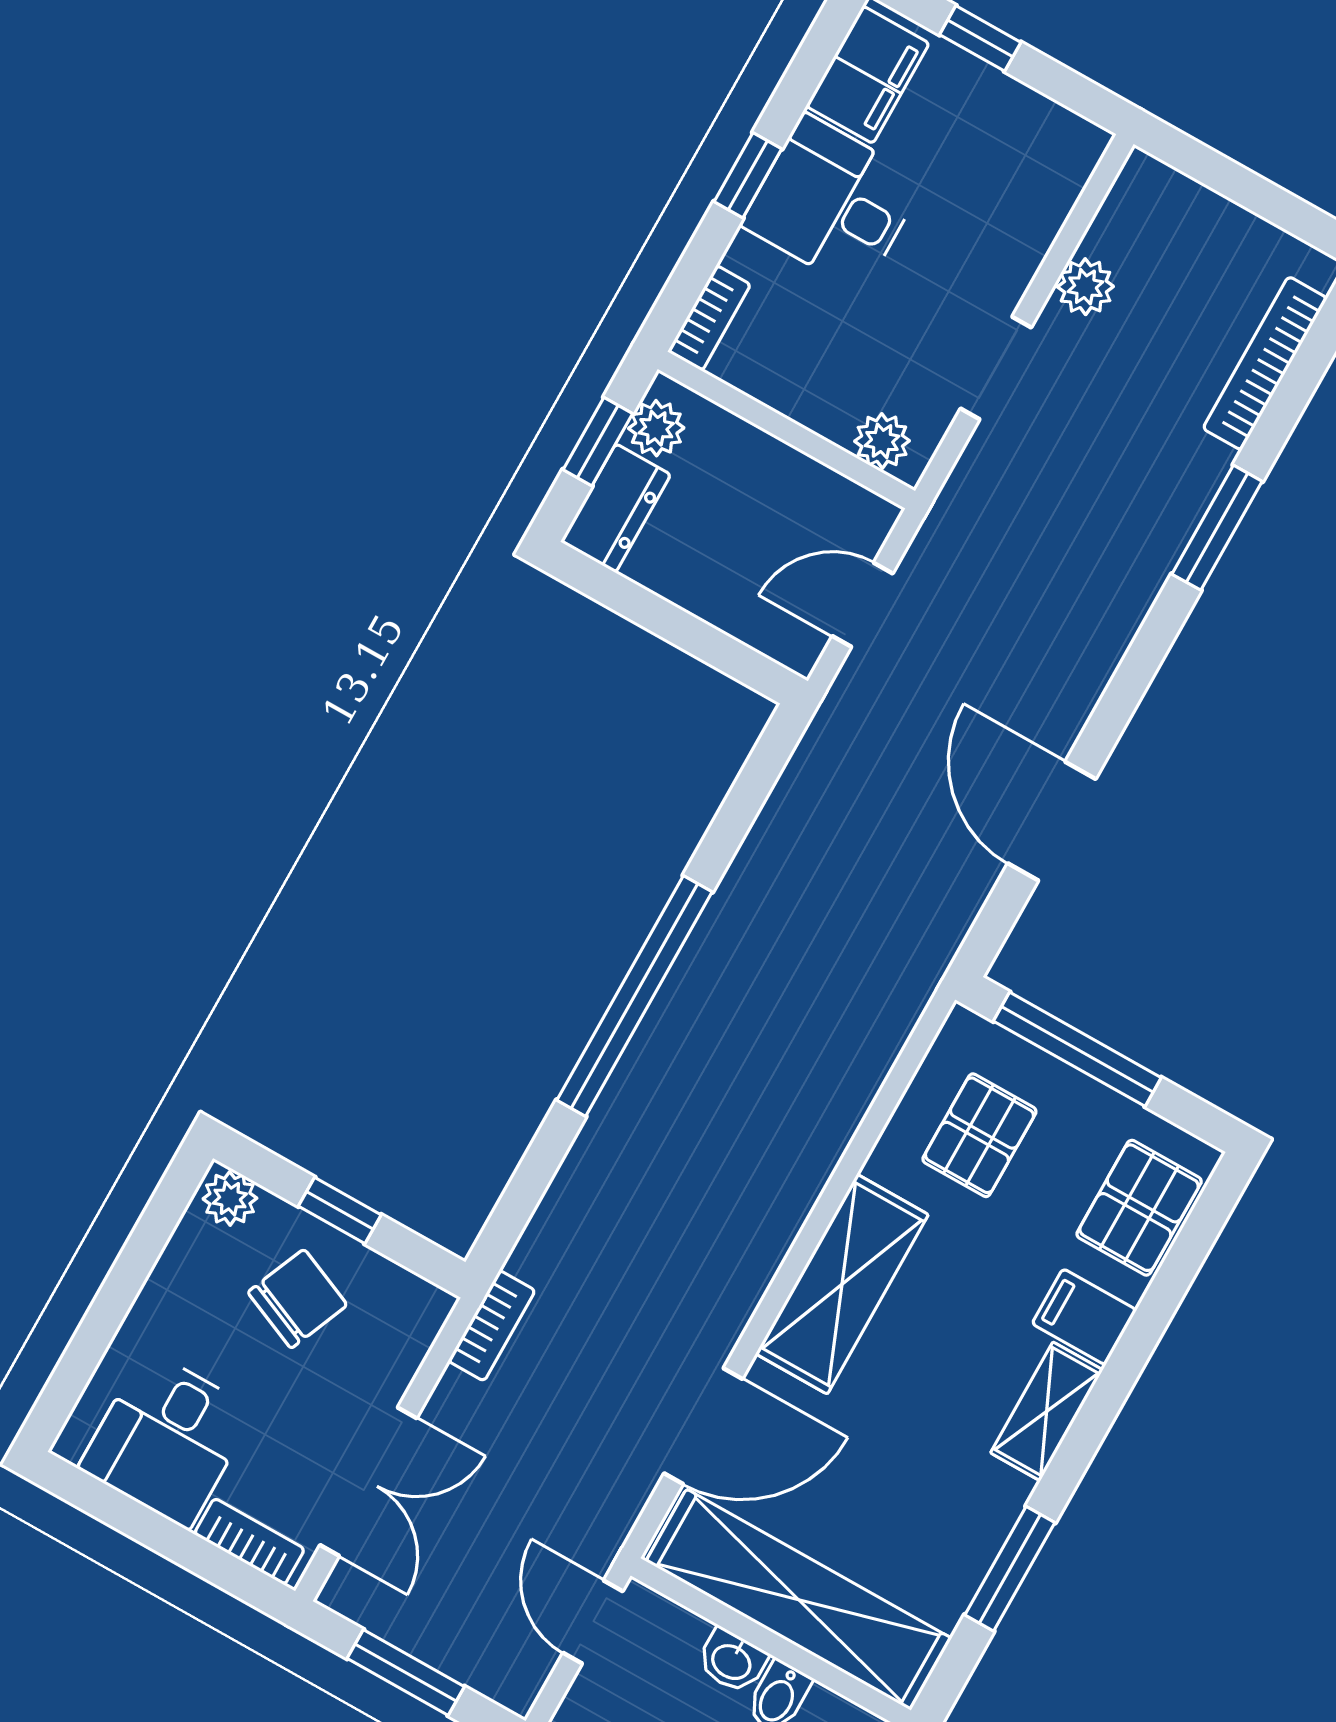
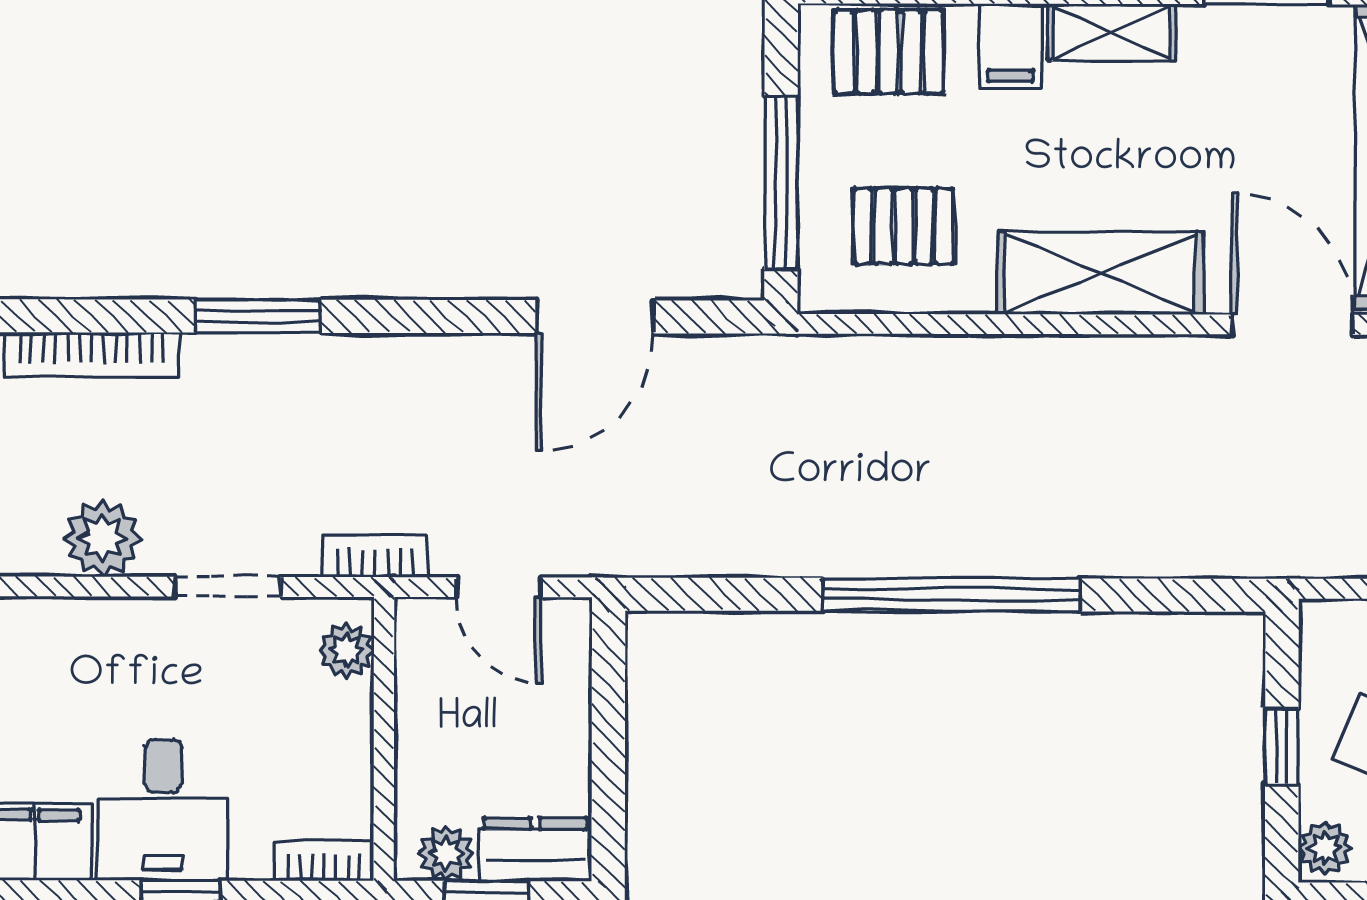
plant: (1085, 287) -> (102, 538), width x1.38, depth x1.38
bookcase: (492, 1326) -> (375, 556), moved

